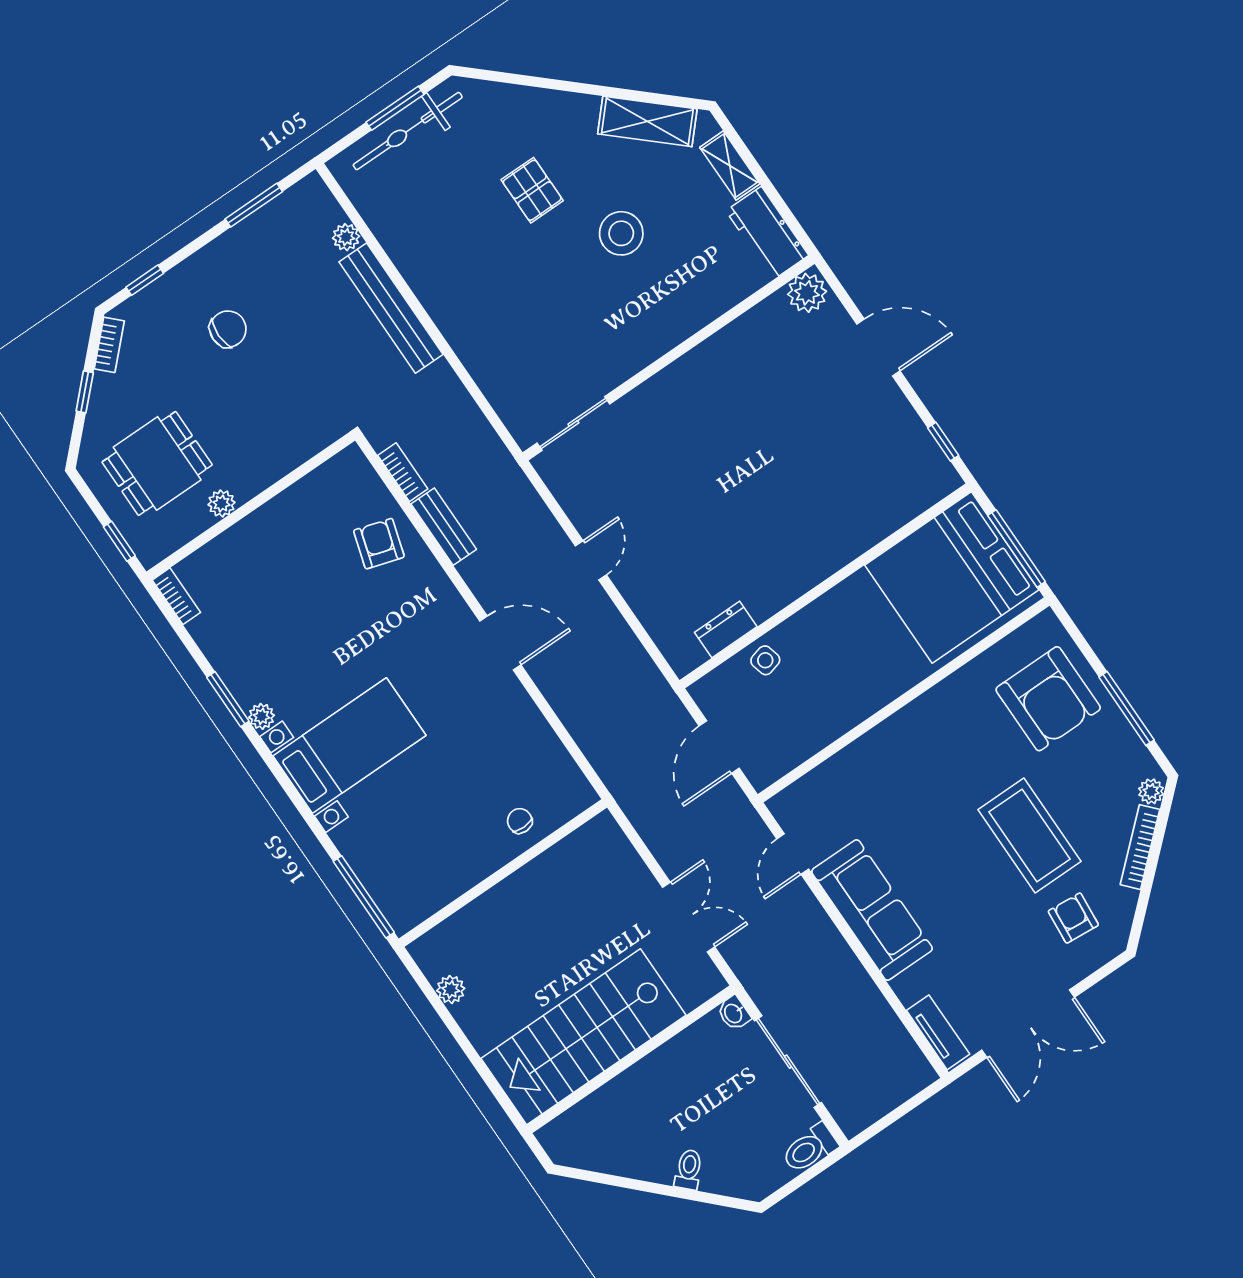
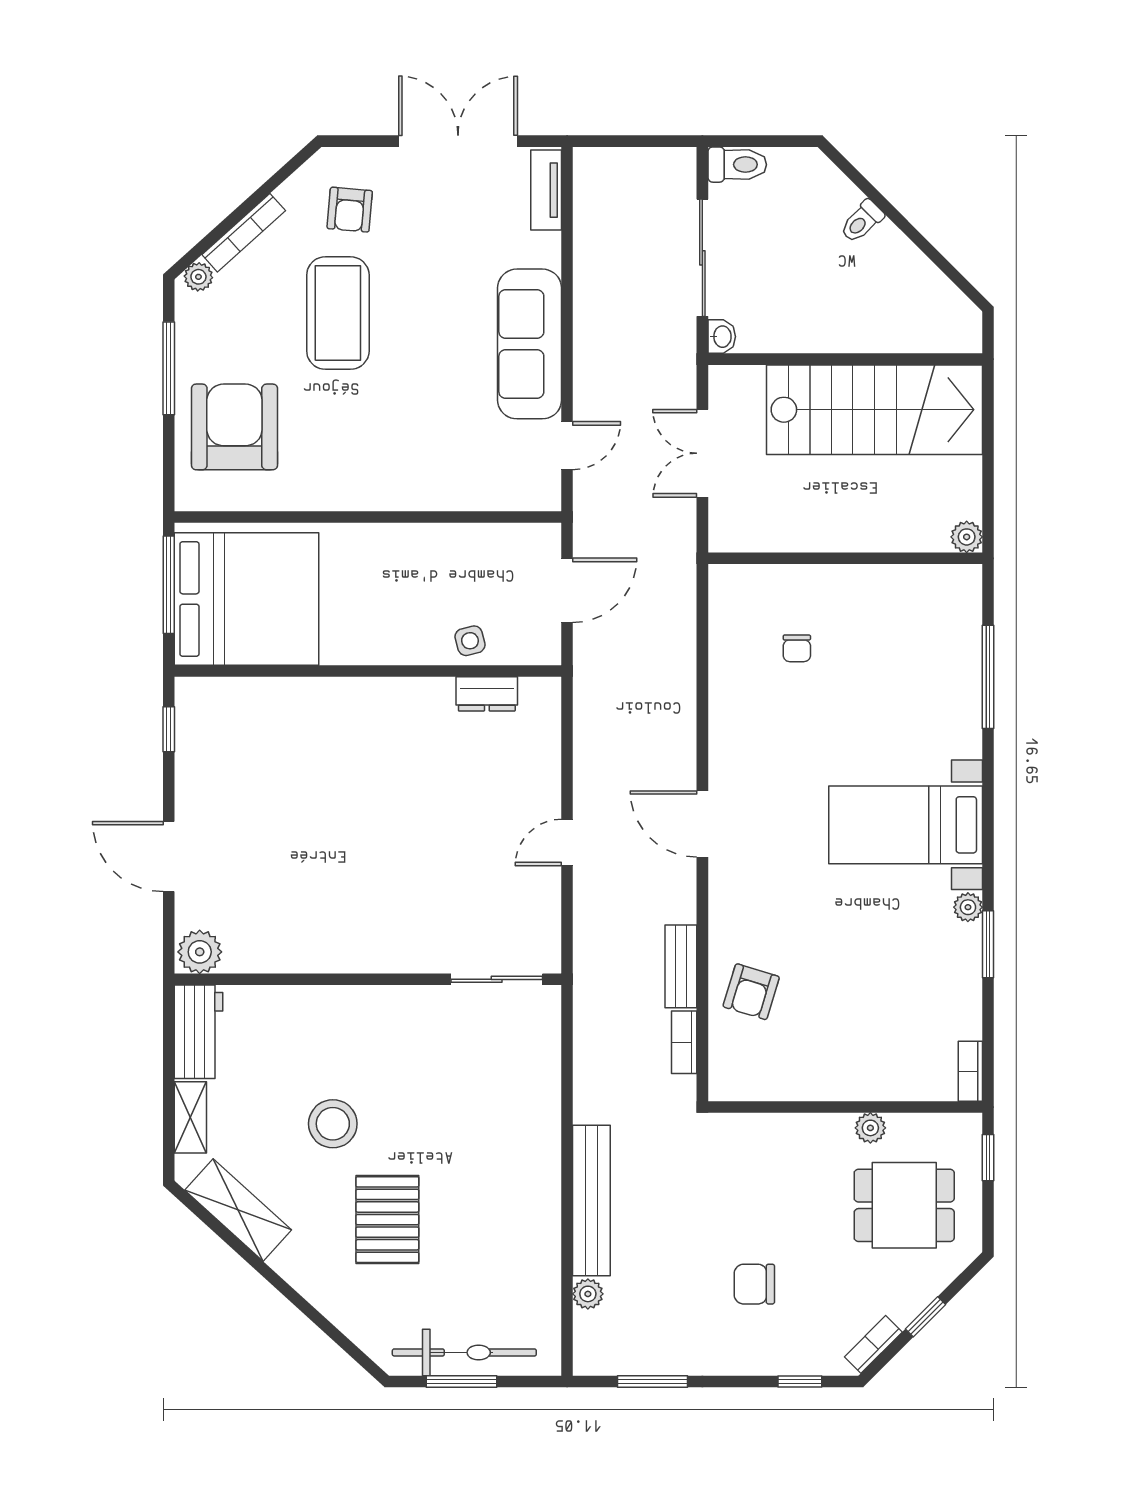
pallet: (532, 190) -> (387, 1220), width x1.50, depth x1.42
wall: (503, 873) -> (845, 558), moved

